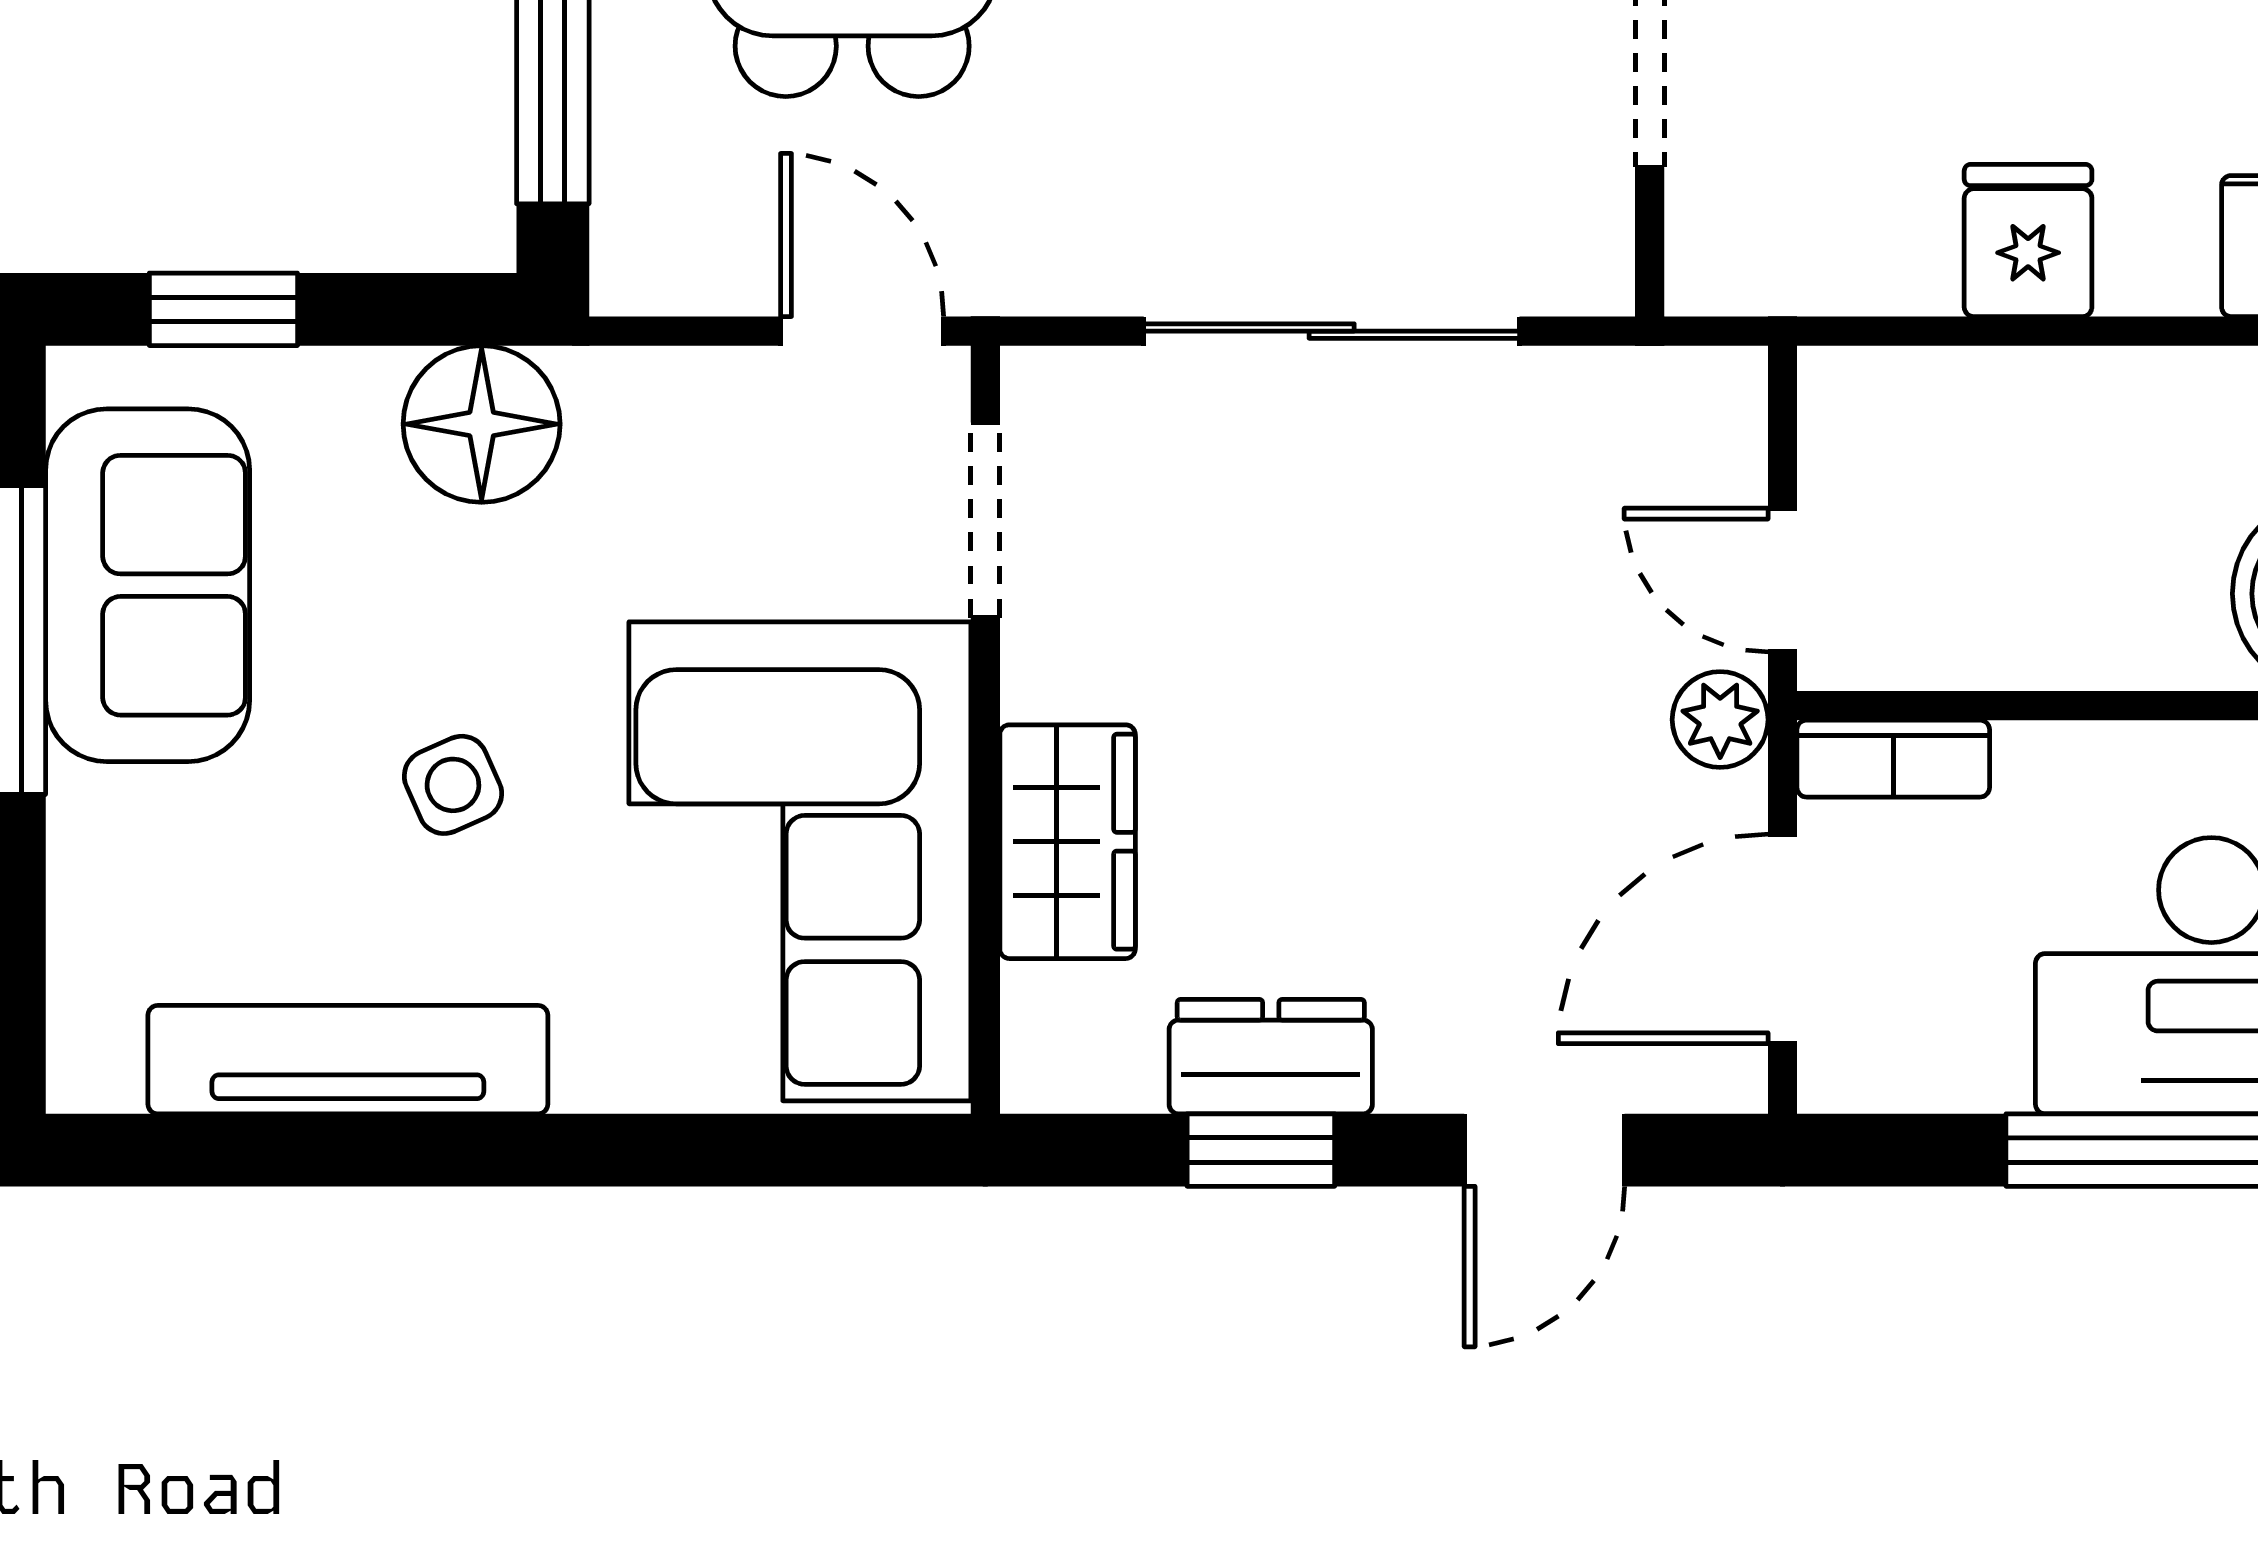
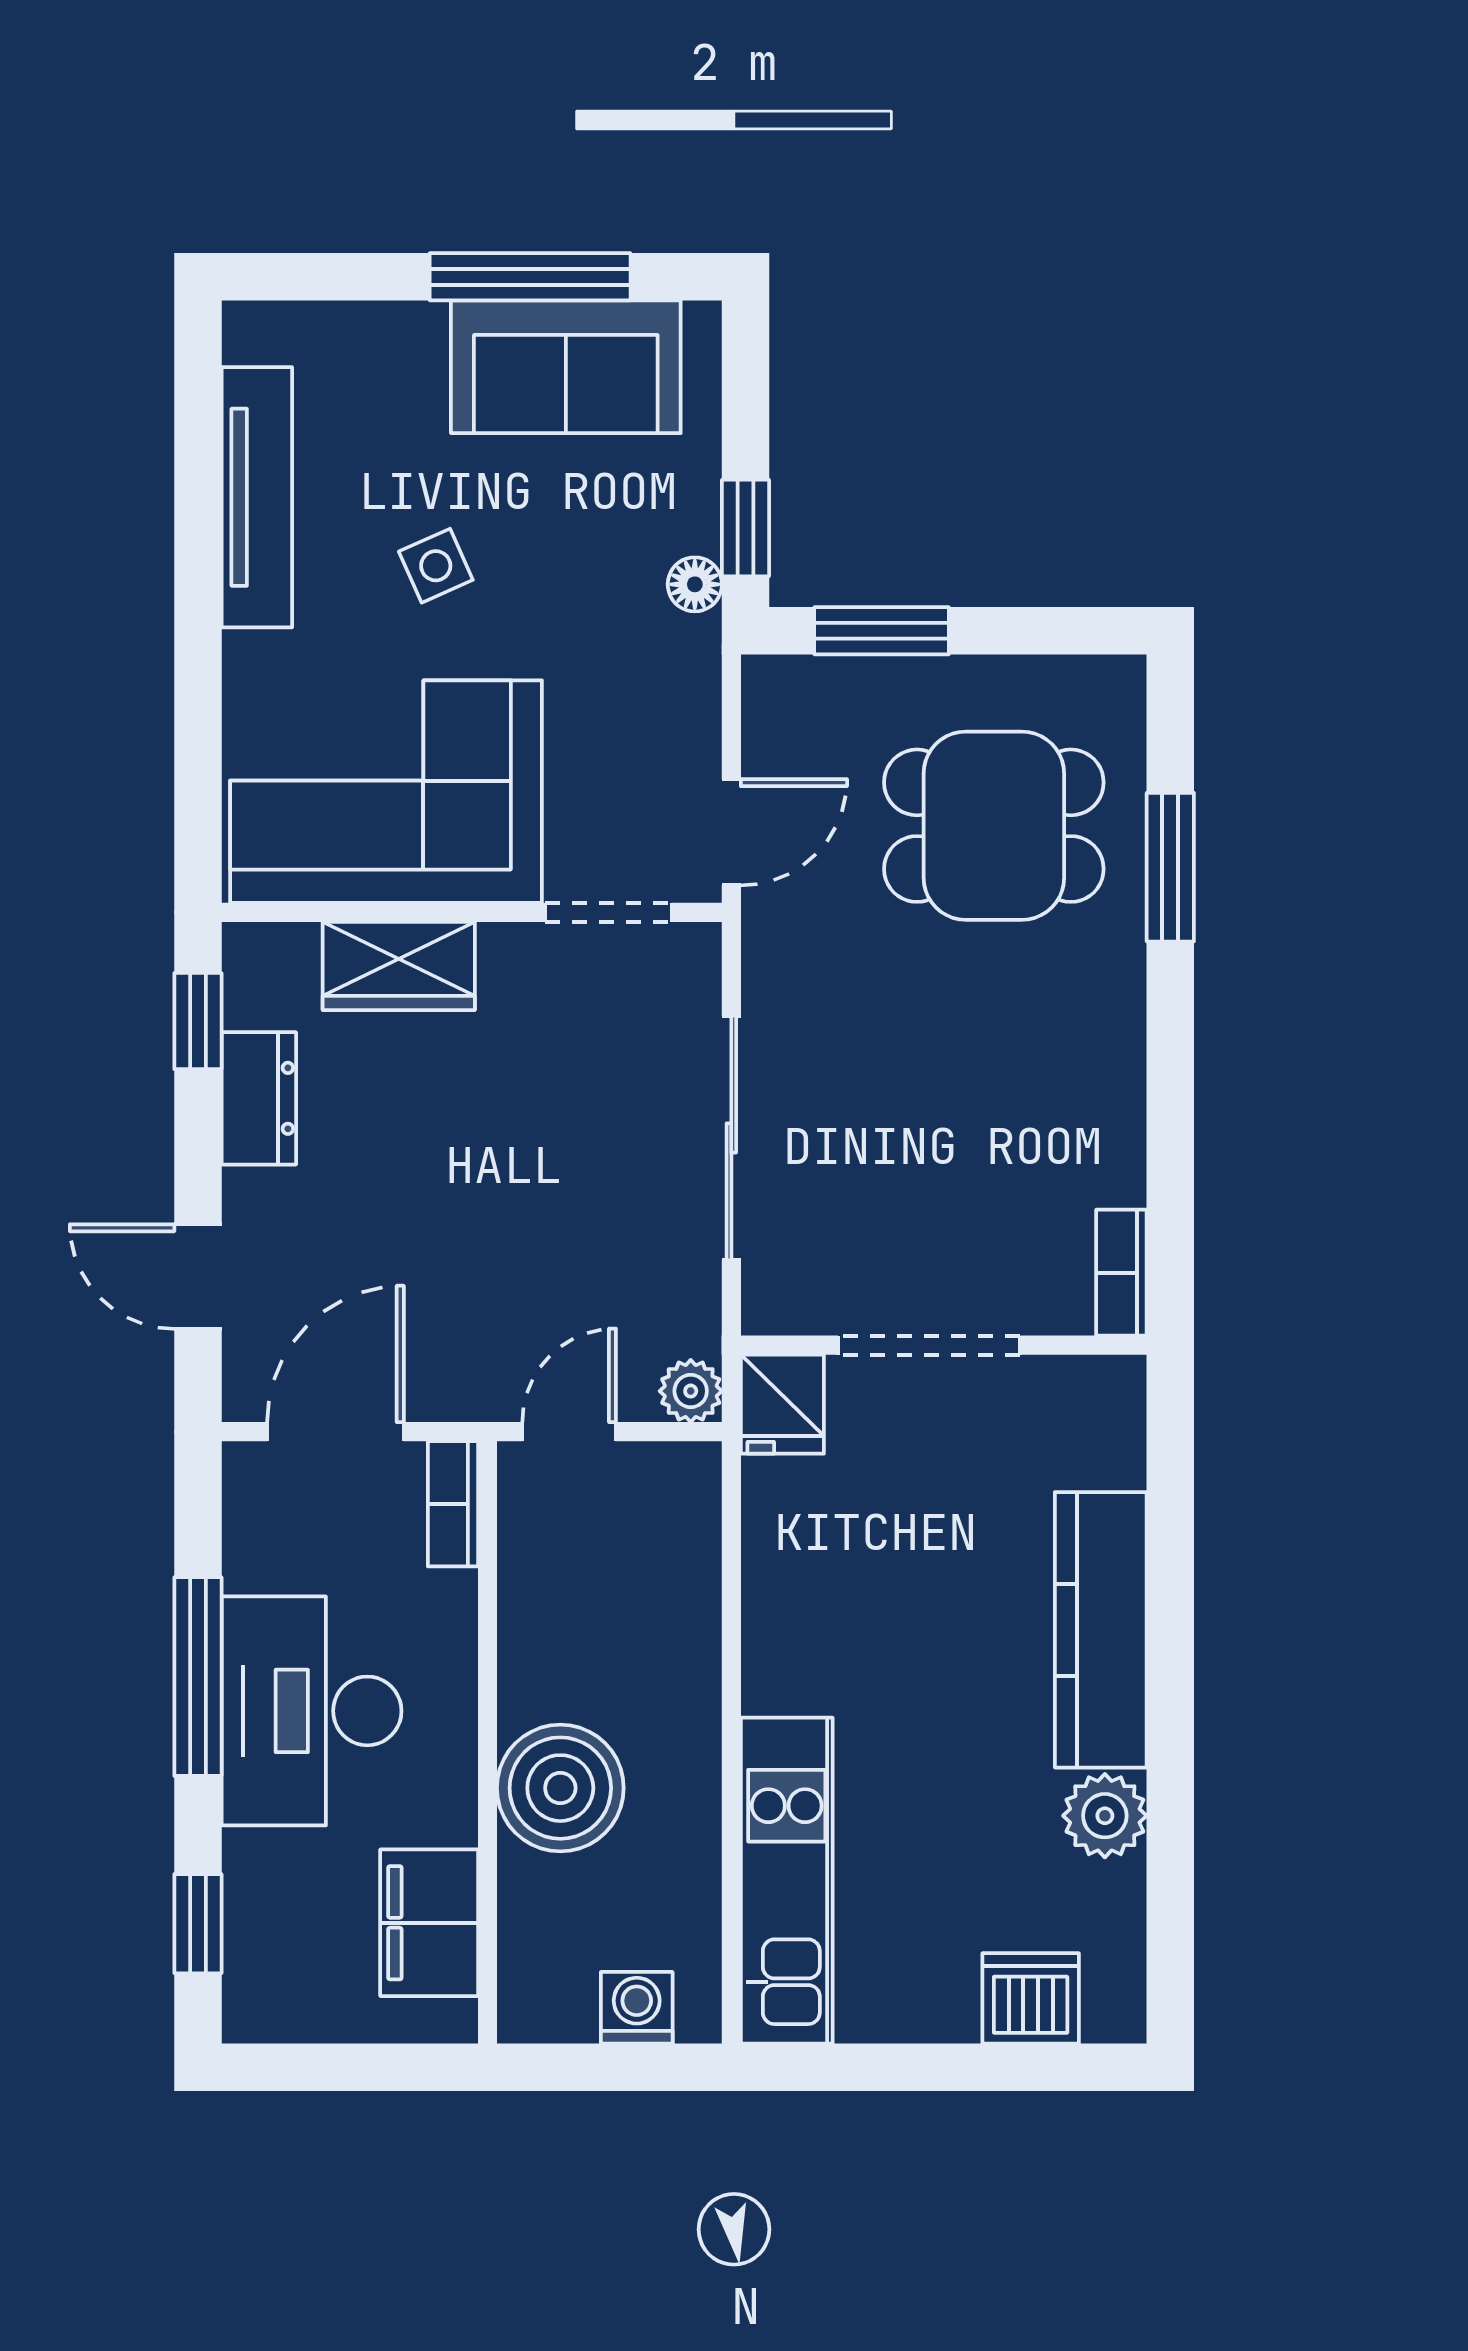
fridge: (2028, 240) -> (782, 1404), moved, turned 90
window: (223, 309) -> (745, 528), moved
floor lamp: (482, 424) -> (695, 584), width x0.53, depth x0.53
plant: (1720, 720) -> (691, 1391), moved
door: (1782, 939) -> (335, 1432), hinge flipped
window: (1261, 1150) -> (198, 1021), moved

